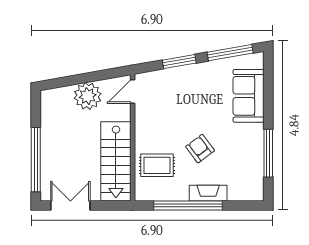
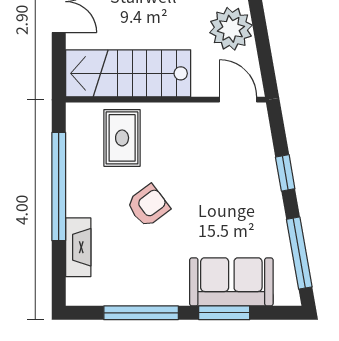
window: (179, 62) -> (285, 173), width x0.67
window: (268, 100) -> (224, 313), added
fireplace: (208, 193) -> (78, 247), moved

